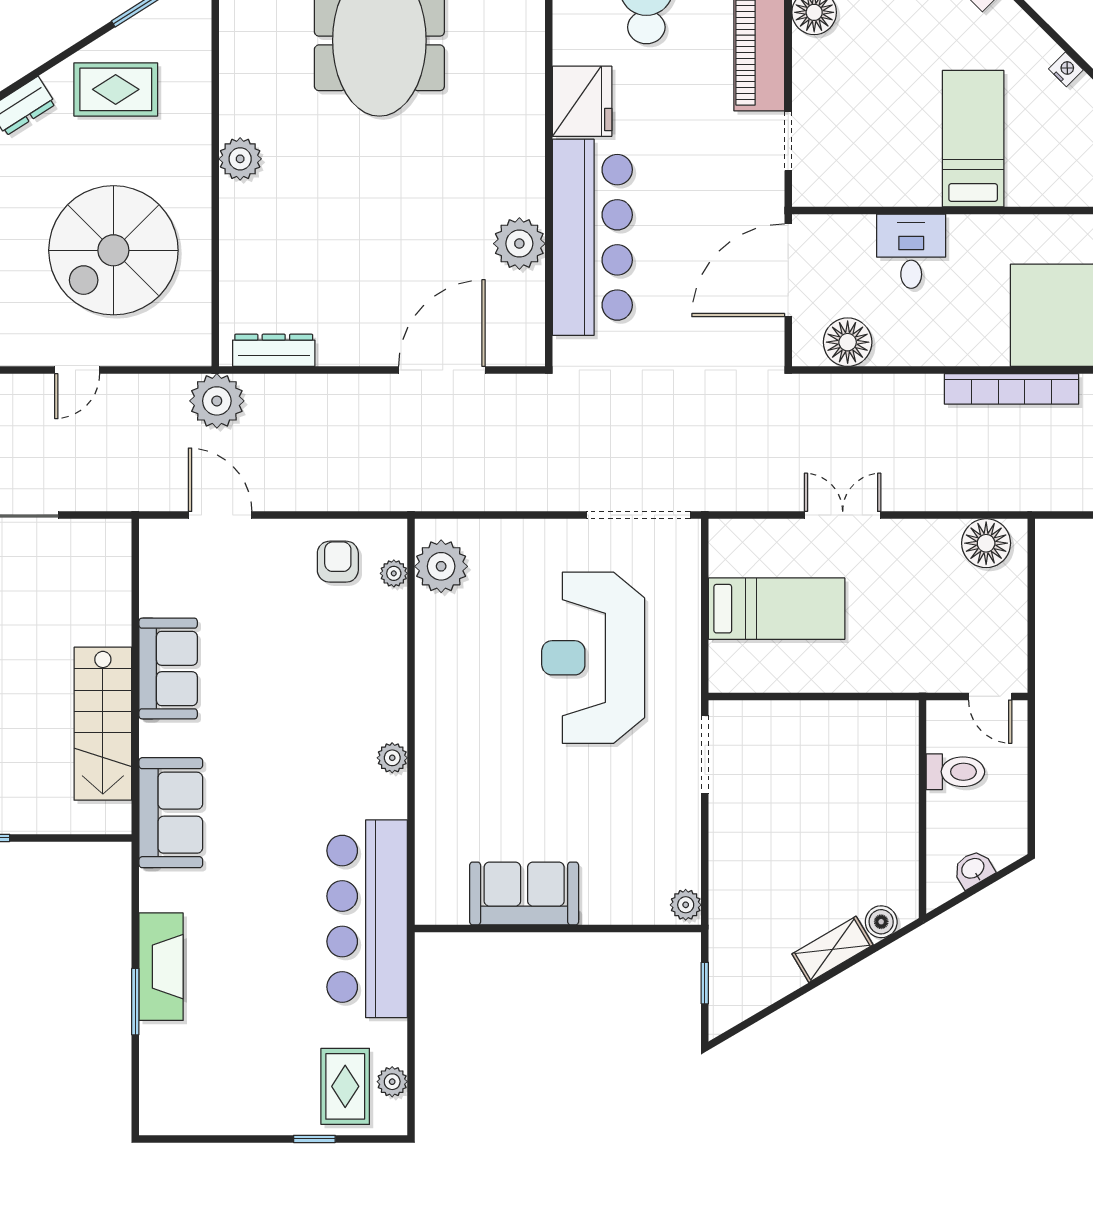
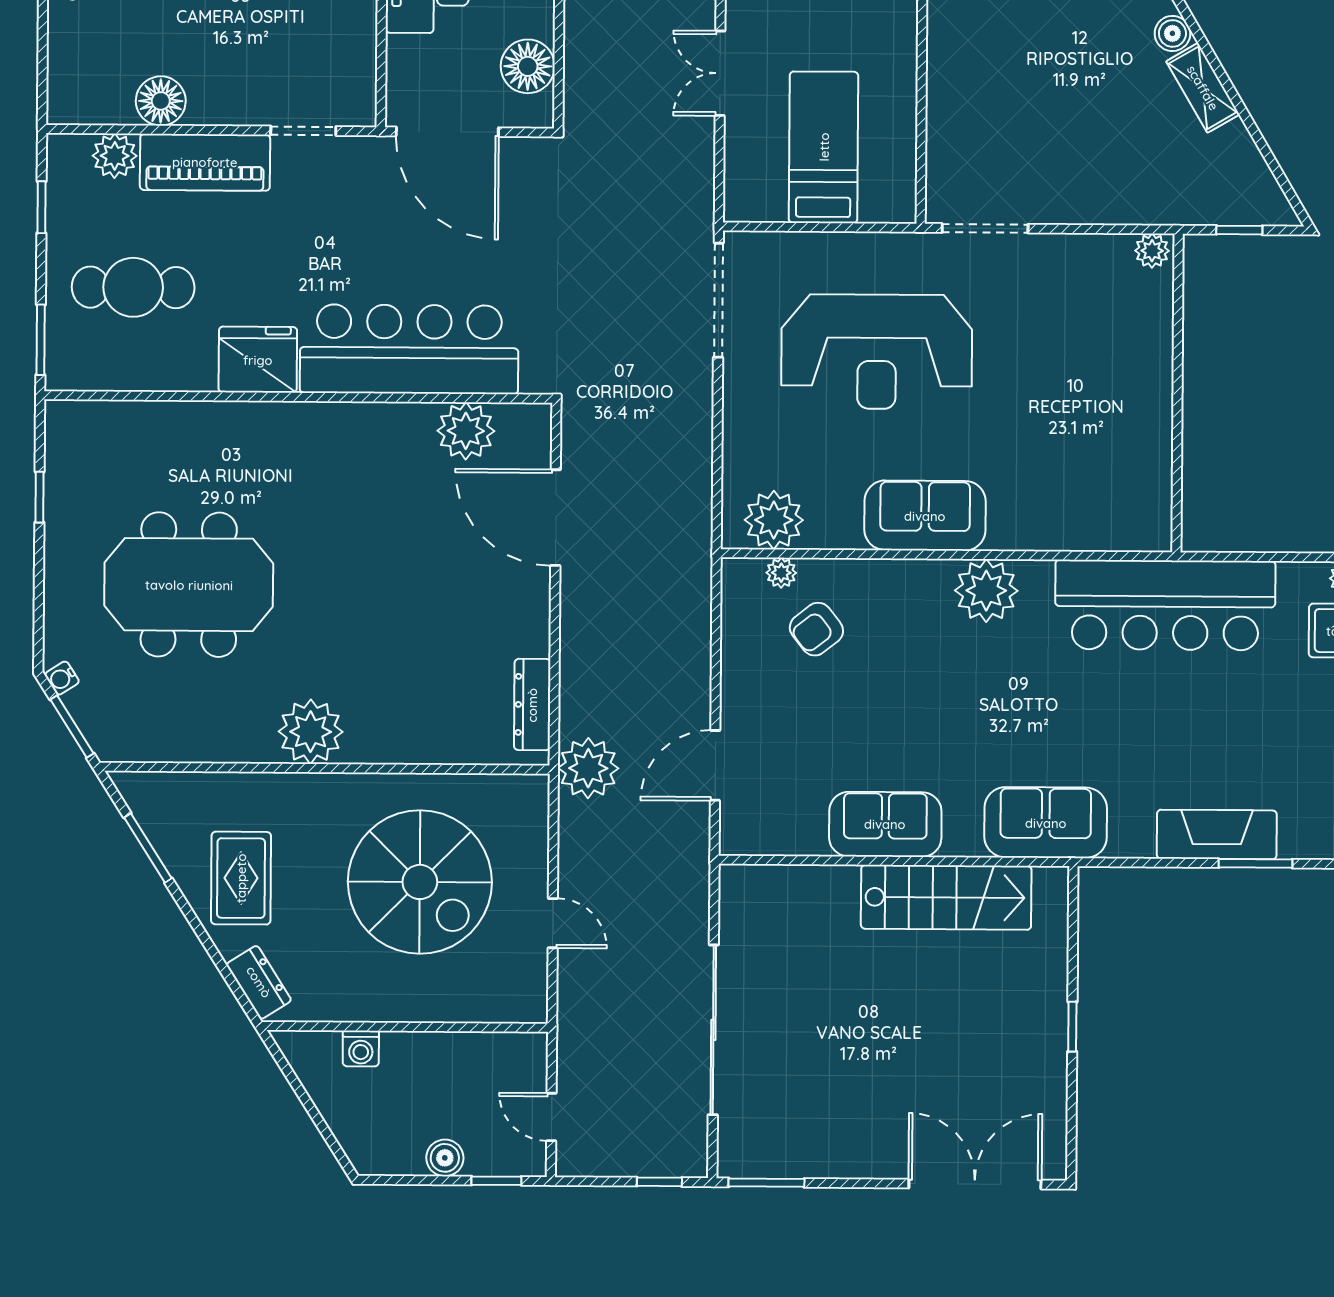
plant: (240, 159) -> (311, 732), width x1.36, depth x1.36
plant: (519, 244) -> (466, 431), moved
armchair: (338, 562) -> (816, 629), moved, turned -38
plant: (392, 758) -> (986, 591), width x1.88, depth x1.88
sofa: (524, 893) -> (925, 516), moved, turned 90

